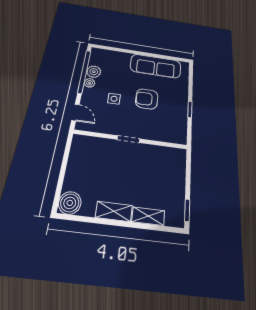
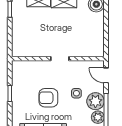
plant: (90, 83) -> (95, 101), width x1.88, depth x1.88
armchair: (147, 99) -> (48, 98), turned 180

